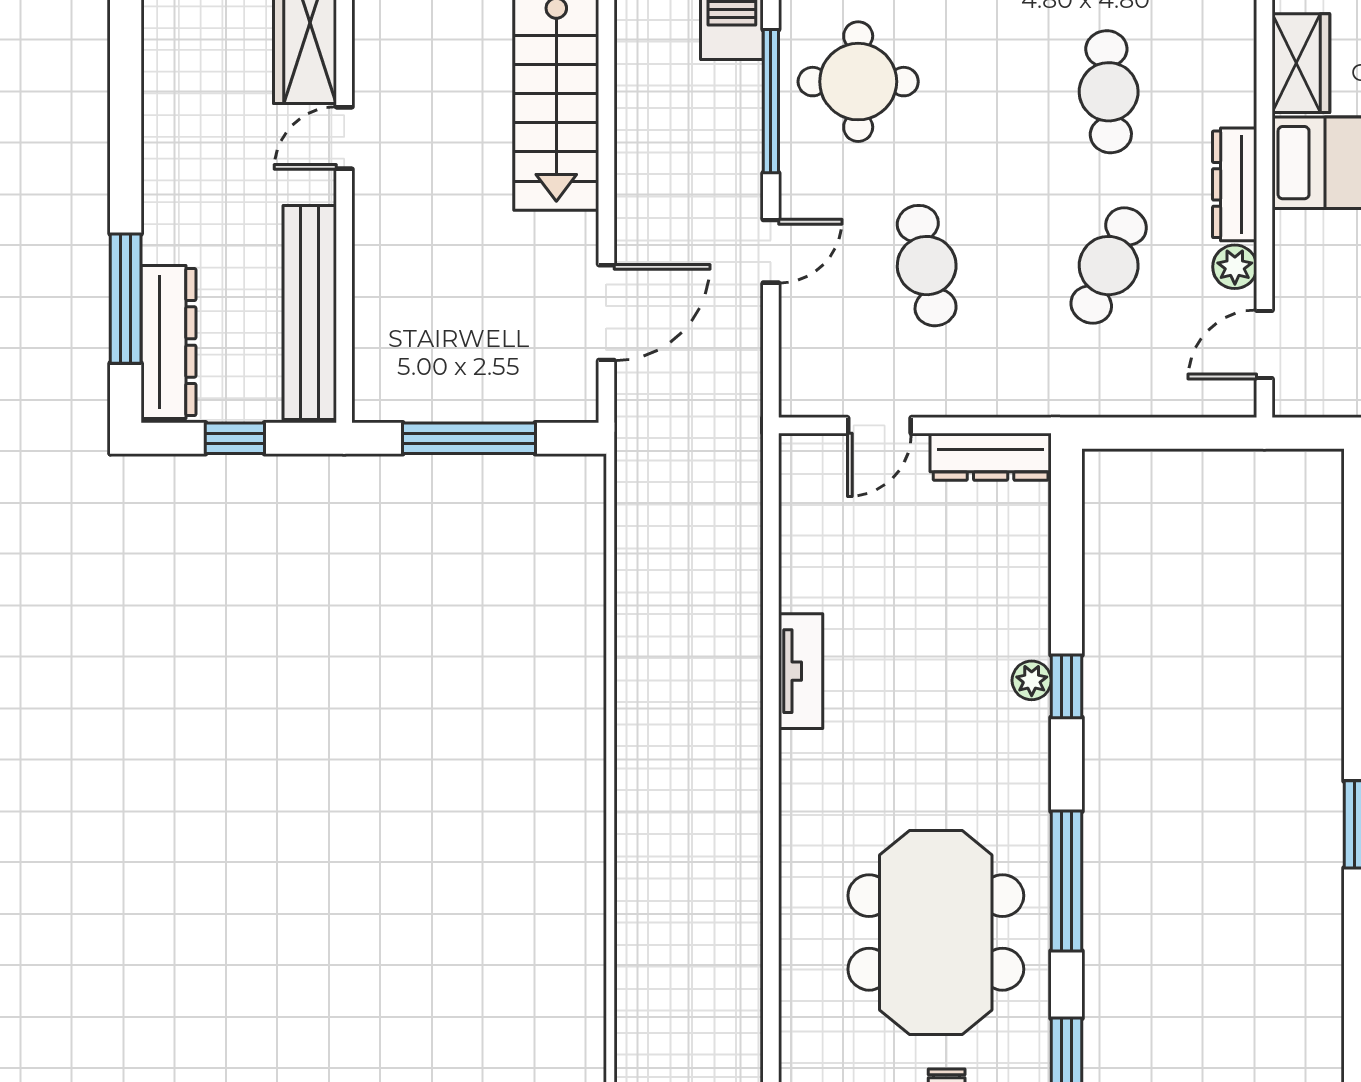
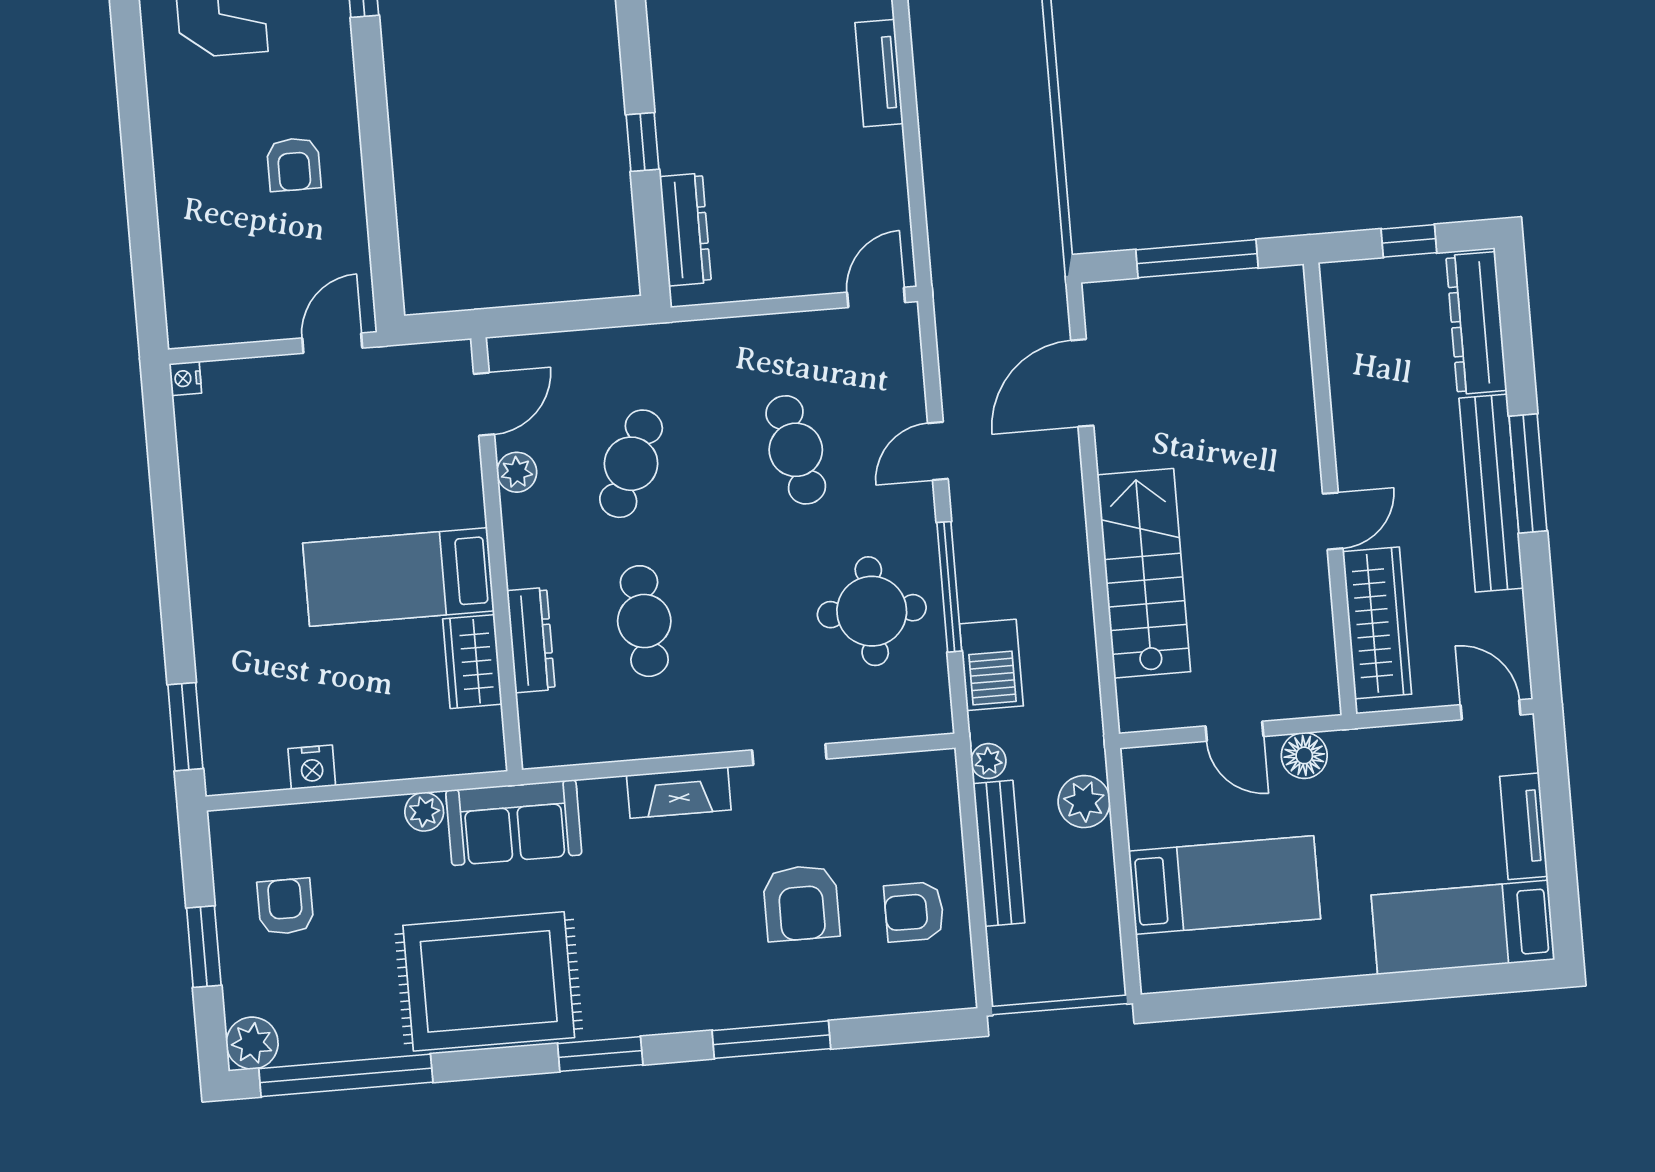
dresser: (1235, 184) -> (531, 640), moved
window: (126, 299) -> (1528, 473), moved
bench: (310, 312) -> (1491, 493), moved
door: (879, 425) -> (876, 297), moved
dresser: (991, 457) -> (685, 229), moved, turned 90
plant: (1032, 680) -> (669, 82), removed
window: (1066, 686) -> (642, 142), moved

